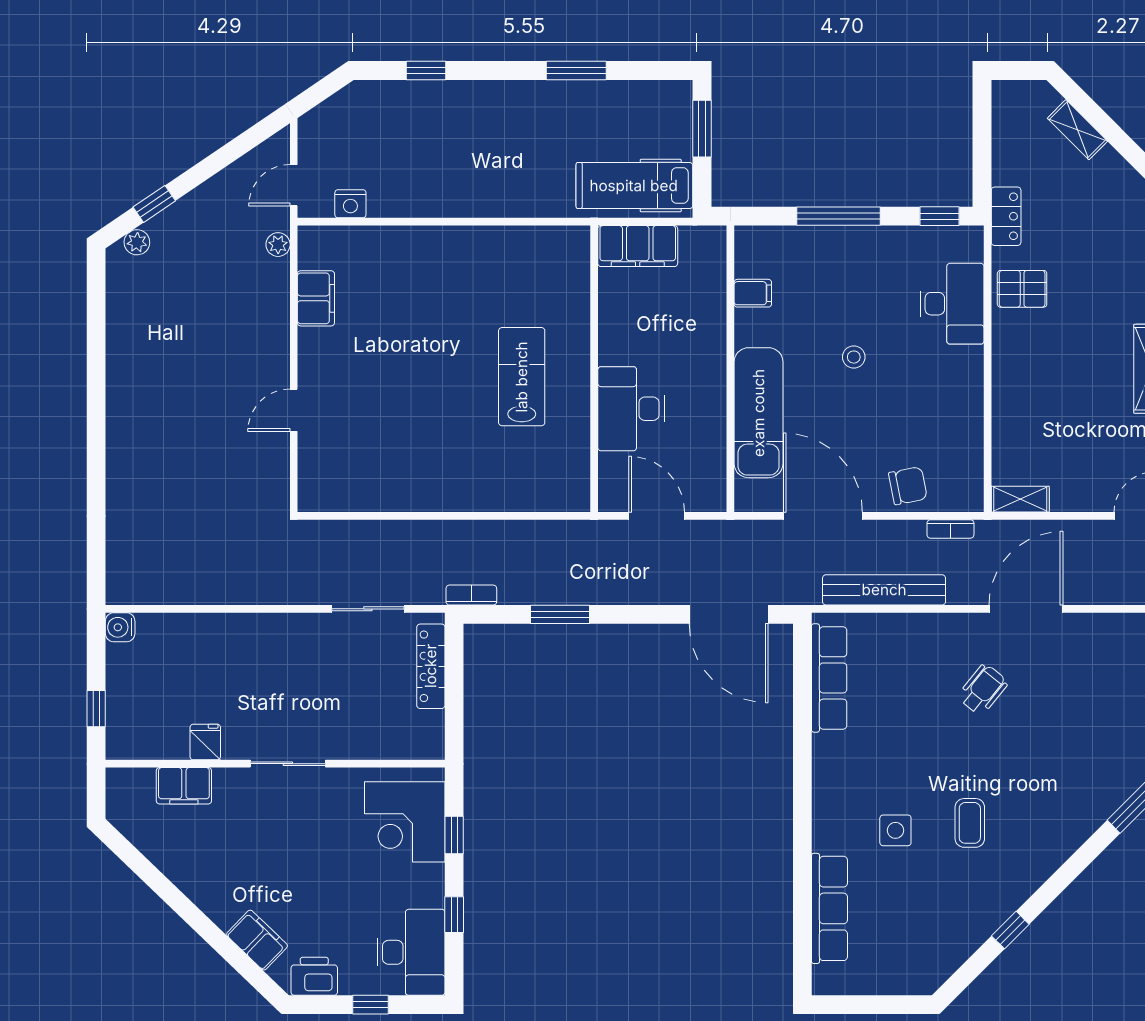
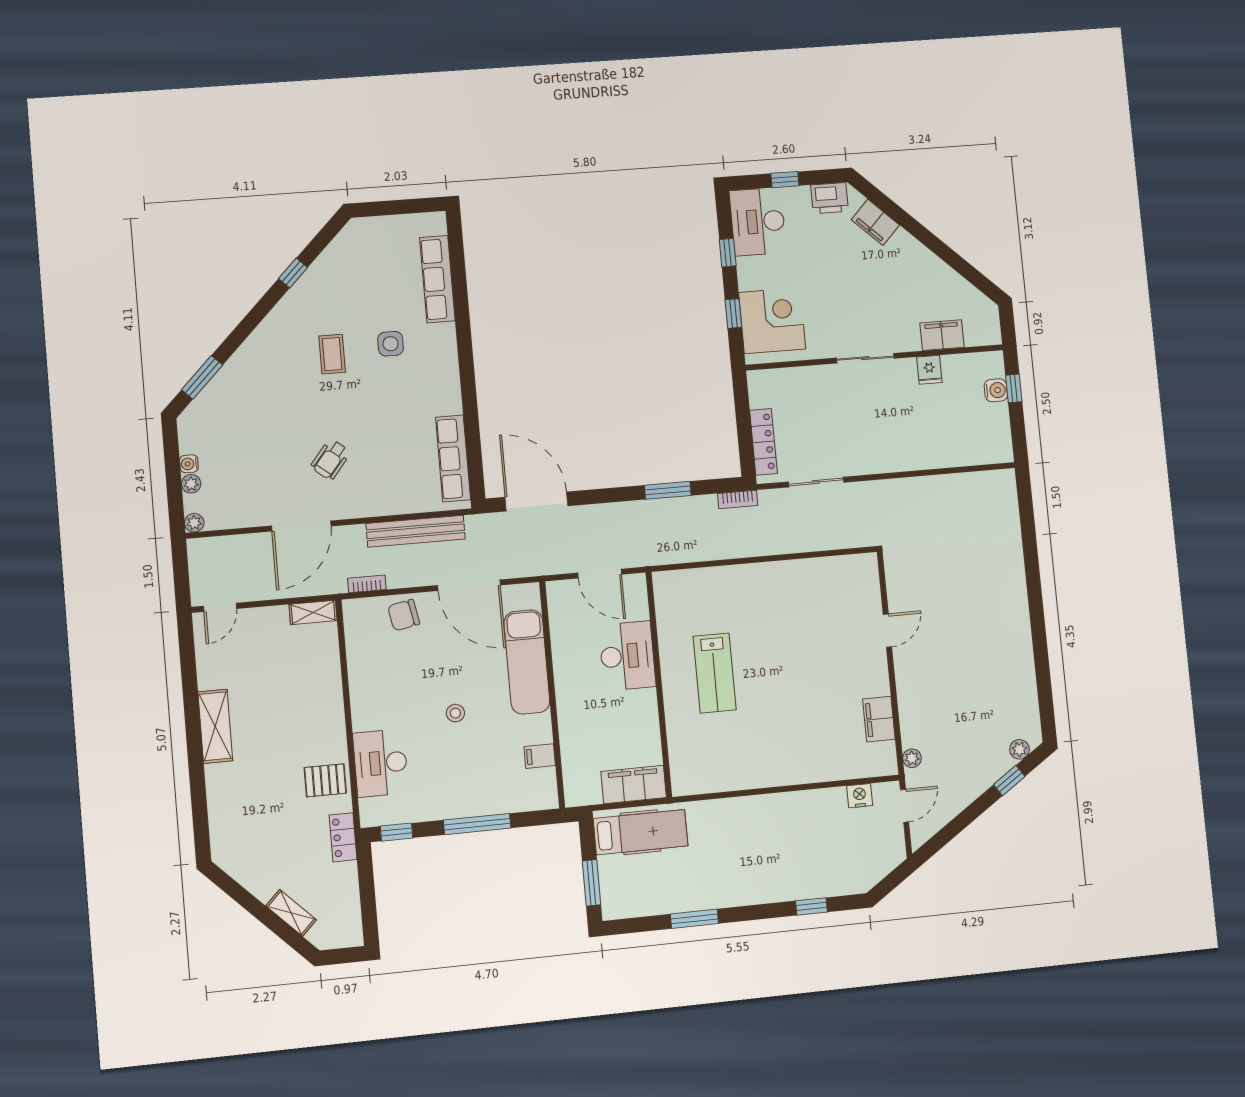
water cooler: (120, 627) -> (996, 390), moved

